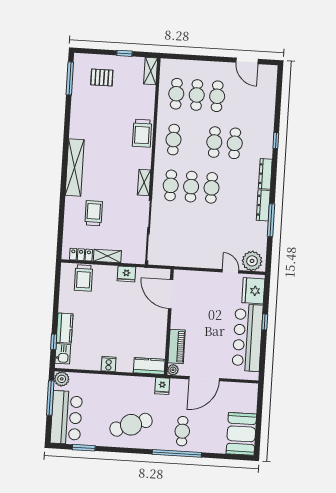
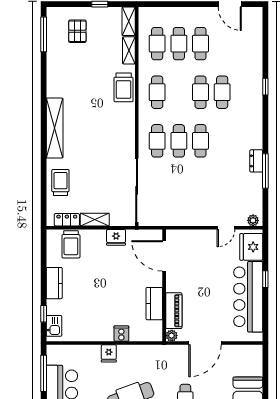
pallet: (102, 77) -> (77, 31), turned 90
dresser: (265, 174) -> (256, 123), removed
shelving: (144, 183) -> (129, 50), moved
dresser: (263, 205) -> (256, 161), width x0.70
trolley: (94, 213) -> (60, 182), moved
plant: (252, 261) -> (253, 220), width x0.53, depth x0.53
door: (230, 271) -> (226, 228), swing flipped
kitchen counter: (65, 328) -> (54, 283), moved
cooker: (109, 364) -> (121, 334), moved
kitchen counter: (149, 366) -> (154, 304), moved, turned -90
plant: (62, 379) -> (54, 352), removed
fridge: (162, 386) -> (109, 353), moved

